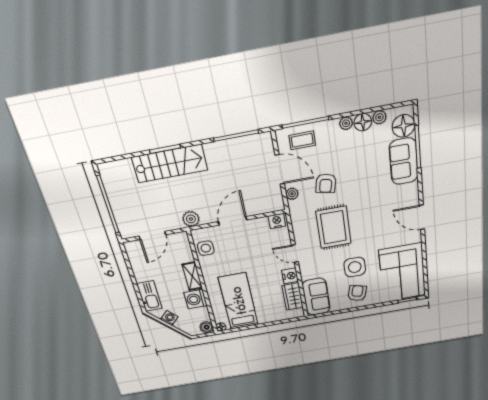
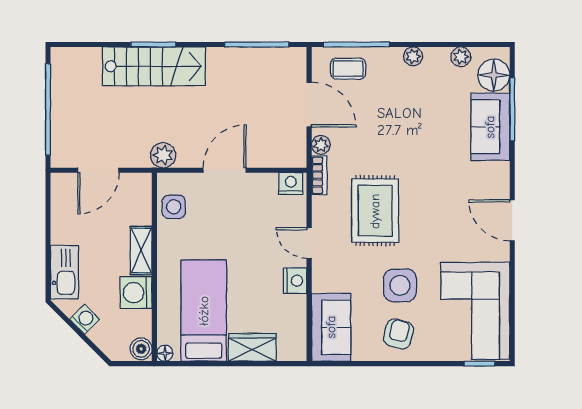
floor lamp: (363, 122) -> (437, 59), removed
armchair: (326, 183) -> (373, 138), removed
bookcase: (294, 213) -> (319, 175), added
wardrobe: (293, 296) -> (252, 347), moved, turned 90

